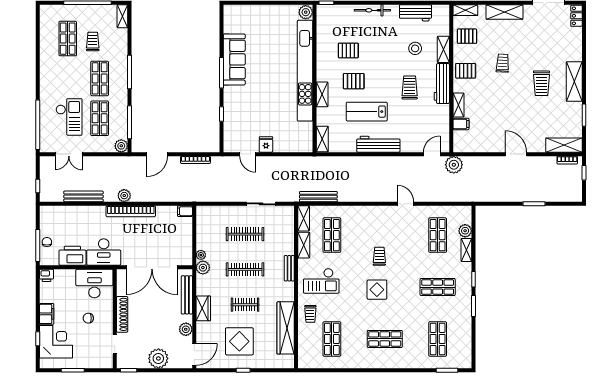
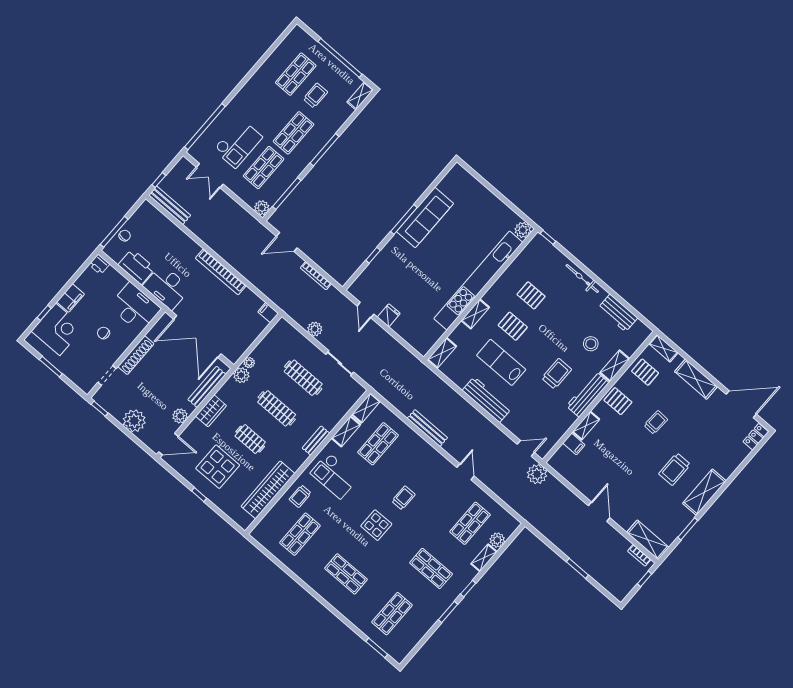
bench: (83, 196) -> (170, 205), moved
plant: (124, 196) -> (315, 329), moved
bench: (318, 197) -> (427, 428), moved

